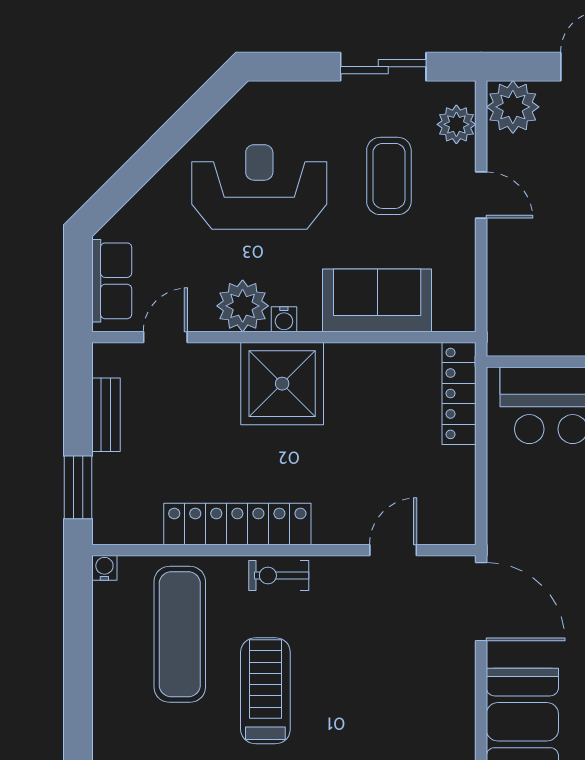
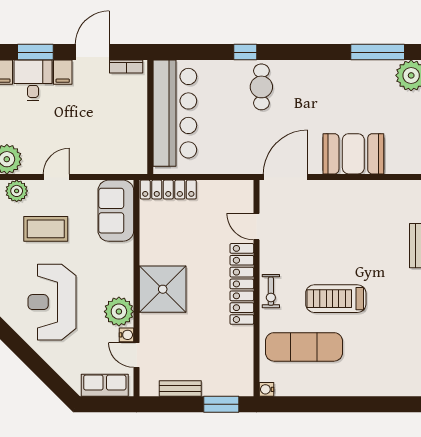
sofa: (377, 300) -> (116, 211), moved
water cooler: (284, 319) -> (126, 335), moved
locker: (237, 524) -> (242, 284), moved

